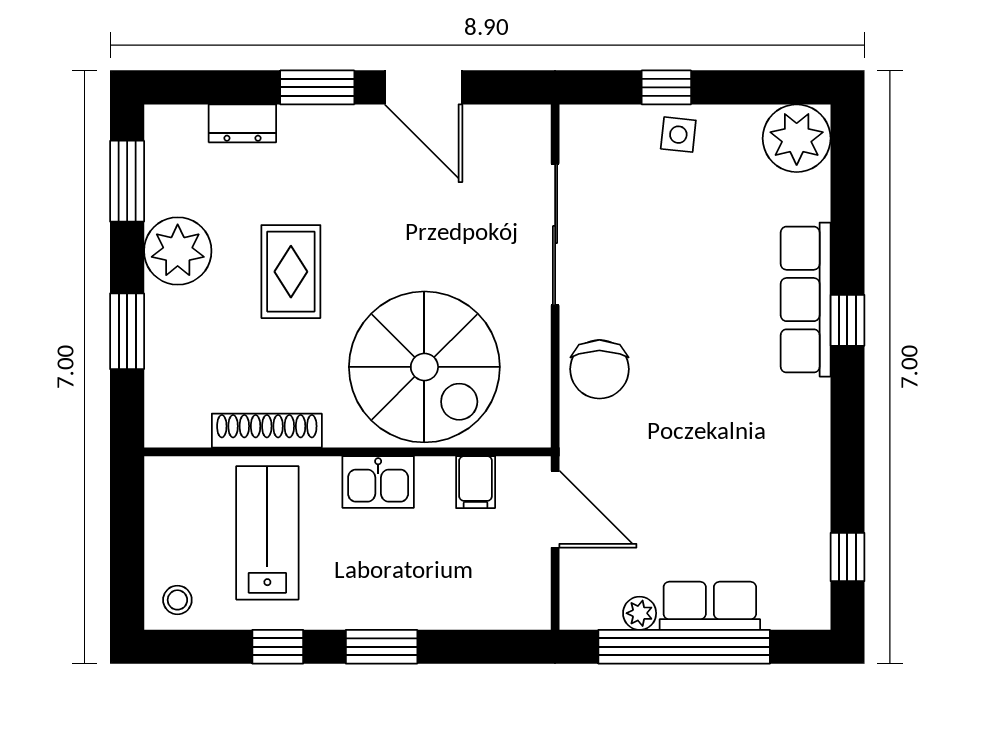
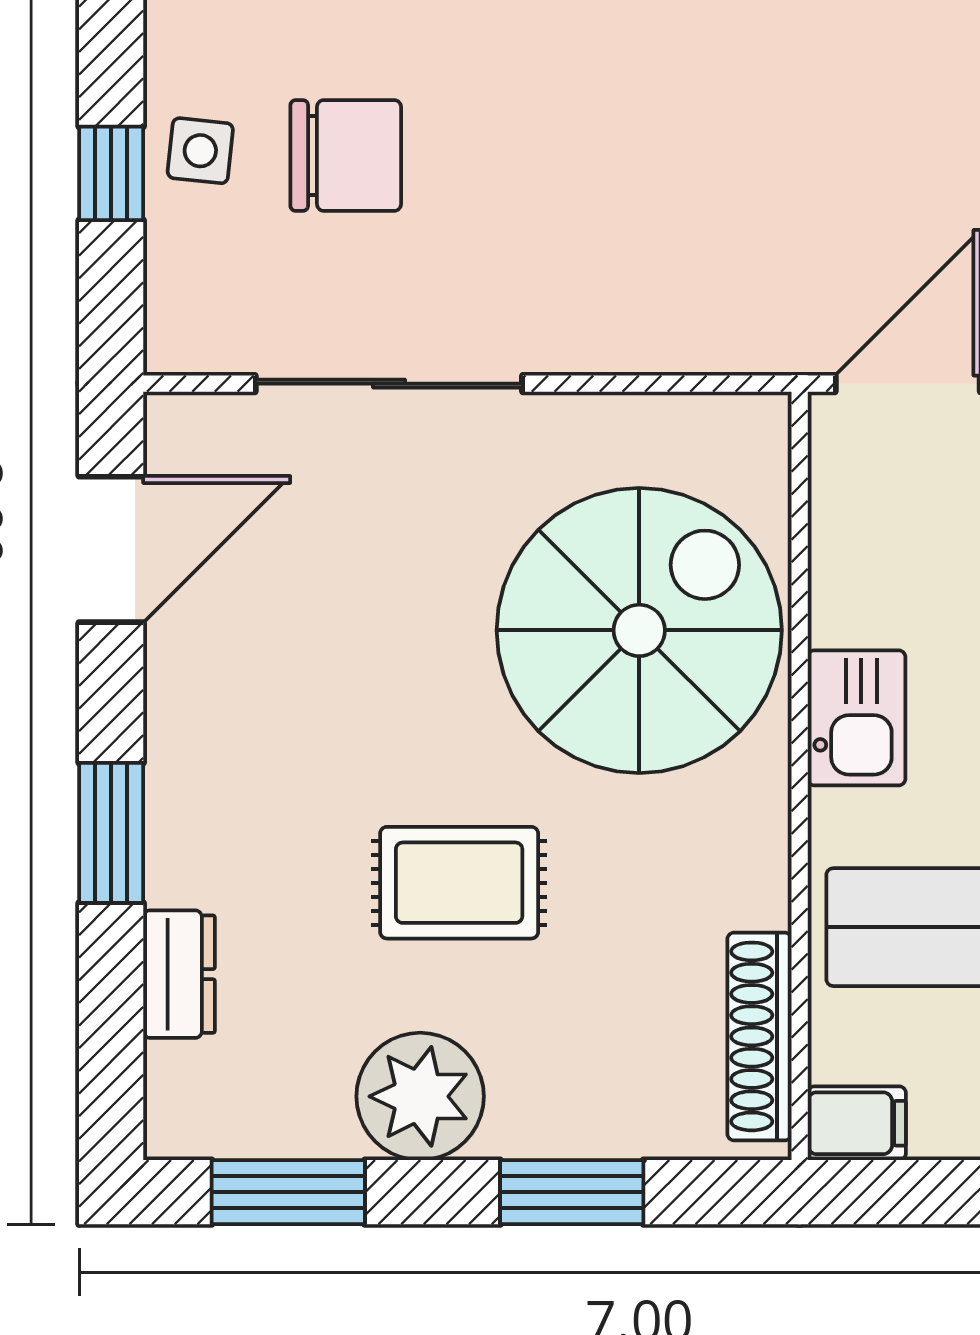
door: (423, 87) -> (111, 549), moved
chair: (599, 369) -> (346, 156), moved
shoe rack: (267, 431) -> (759, 1036), moved
filing cabinet: (476, 482) -> (857, 1123), moved

